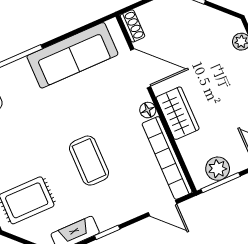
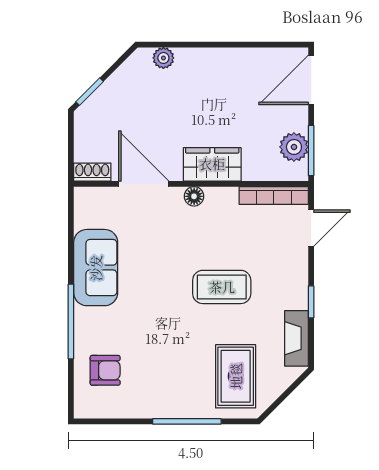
sofa: (72, 55) -> (96, 268), width x0.73
door: (141, 68) -> (144, 184), hinge flipped
bookcase: (167, 158) -> (274, 196), width x0.68, depth x0.76

